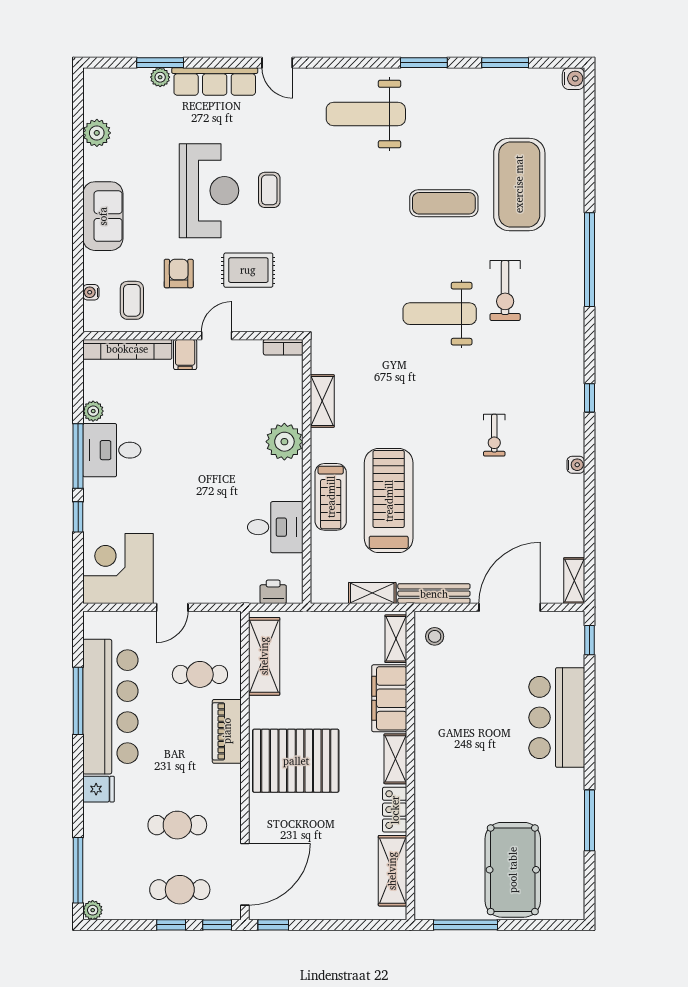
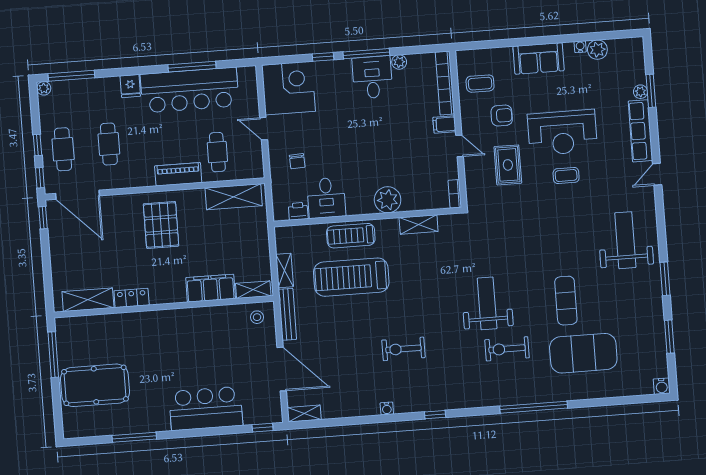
water cooler: (91, 292) -> (580, 47), moved
exercise bike: (494, 435) -> (403, 349), width x1.38, depth x1.39
treadmill: (389, 501) -> (351, 277), turned 180
chair: (221, 564) -> (297, 161), added
printer: (273, 592) -> (298, 211), moved, turned -90
shelving: (395, 759) -> (168, 296), removed
pallet: (296, 761) -> (161, 225), width x0.73, depth x0.71

